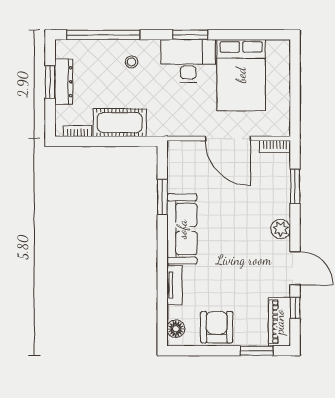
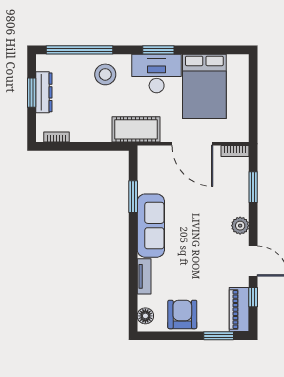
stool: (132, 62) -> (105, 74), width x1.89, depth x1.89
cot: (120, 123) -> (136, 129), moved

